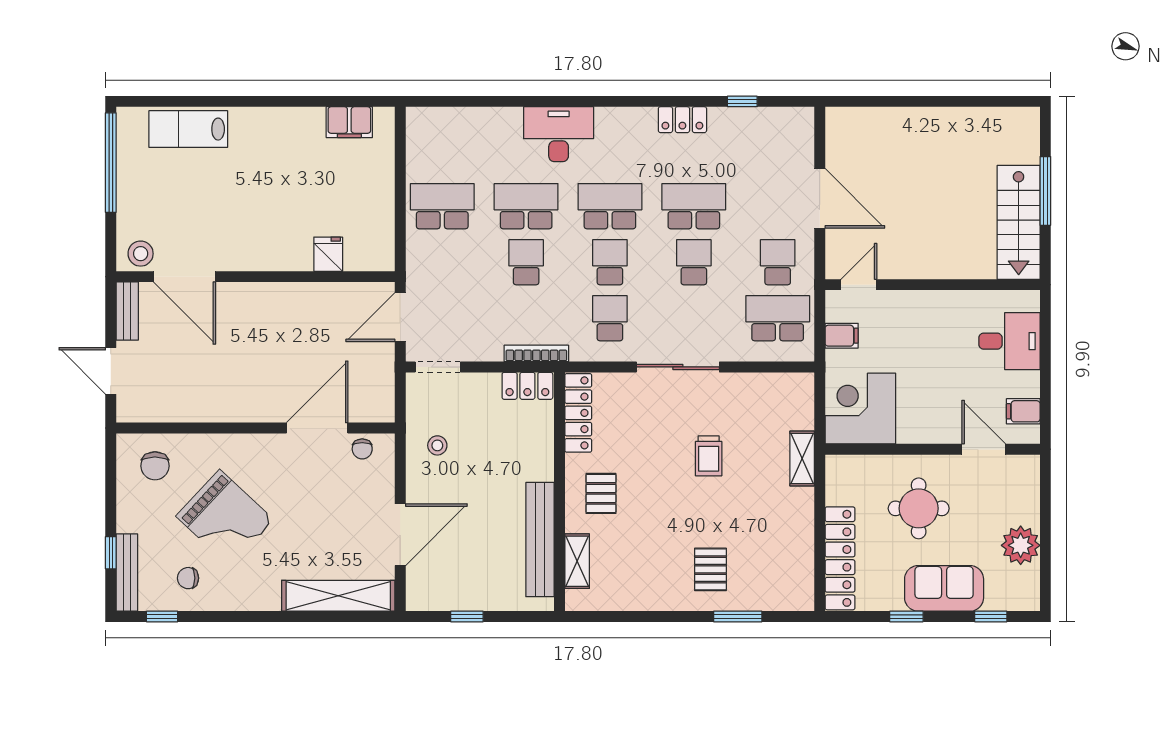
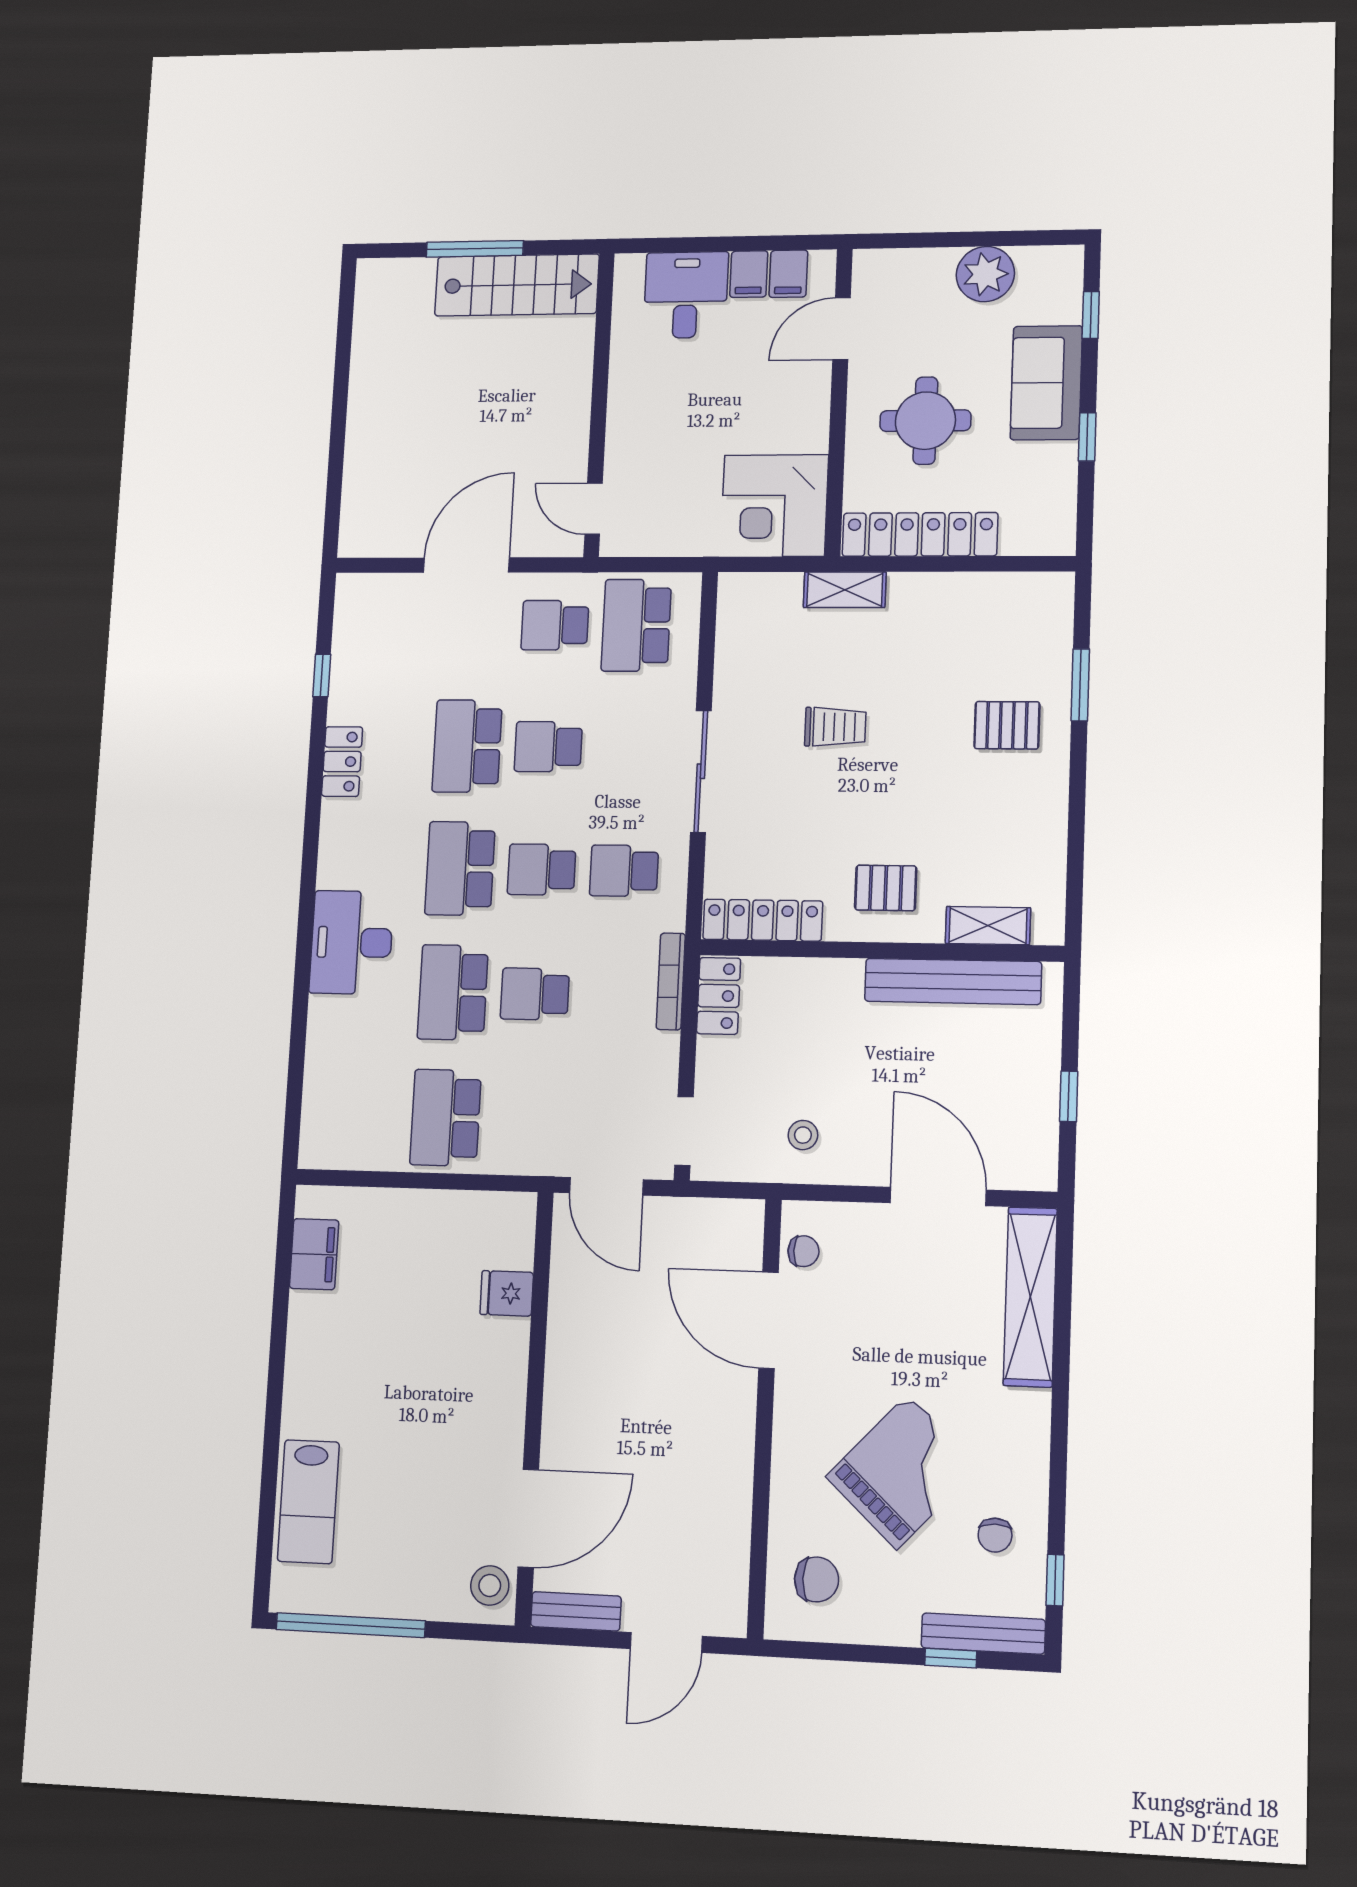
filing cabinet: (842, 336) -> (749, 274), moved, turned 180
locker: (840, 558) -> (920, 534), moved

